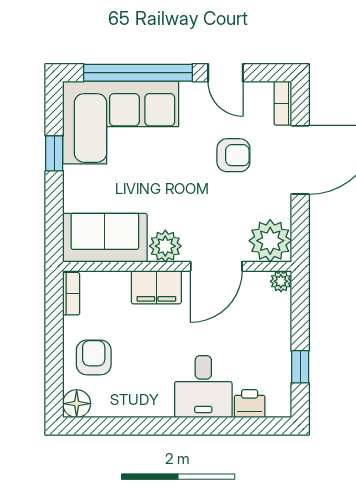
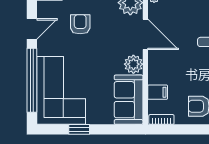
filing cabinet: (156, 287) -> (158, 92), moved, width x0.50

